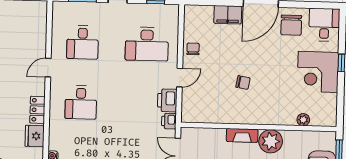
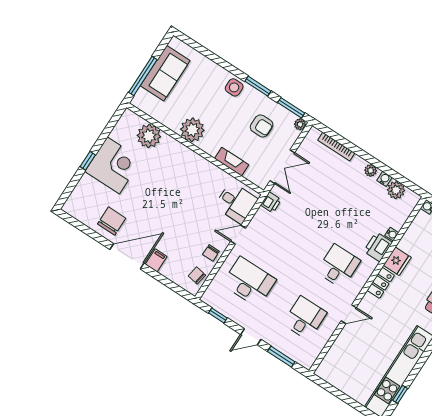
filing cabinet: (228, 15) -> (156, 260), width x0.50
desk: (324, 25) -> (236, 203), moved, turned -90
chair: (243, 83) -> (197, 276), moved
printer: (167, 100) -> (378, 247), moved, turned 180
plant: (303, 120) -> (149, 136), width x1.88, depth x1.88
fireplace: (242, 135) -> (232, 162), moved

